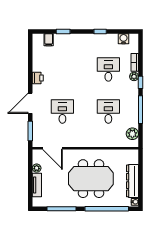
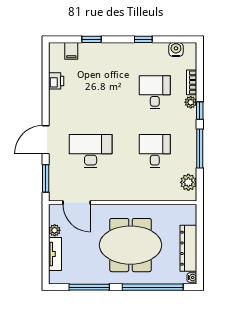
printer: (38, 78) -> (56, 81), moved
desk: (62, 111) -> (91, 151), width x1.37

